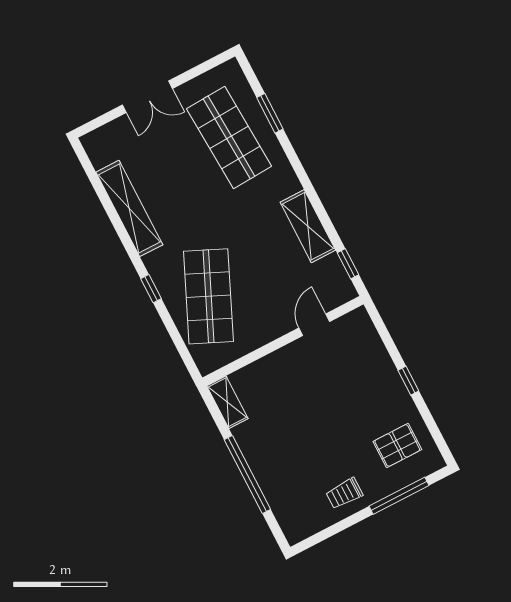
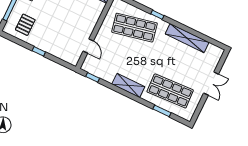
double door: (147, 97) -> (211, 84), swing flipped
shelving: (308, 226) -> (128, 85), moved
shop shelf: (208, 296) -> (134, 28), turned -36

